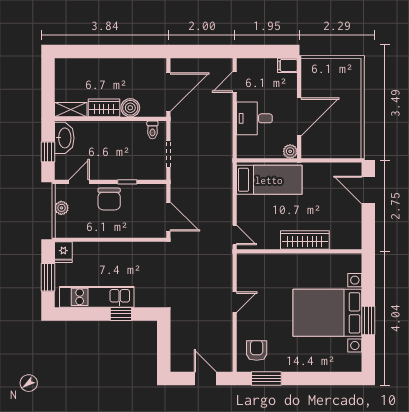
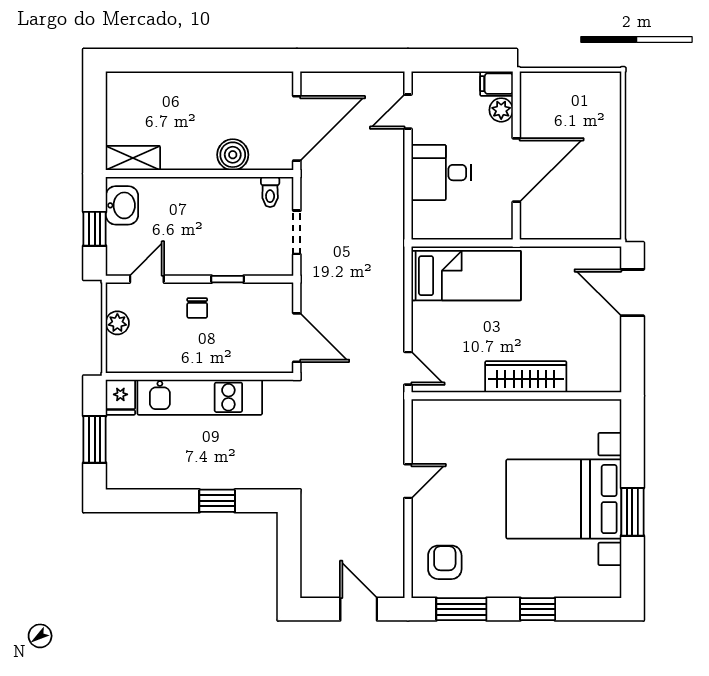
wardrobe: (104, 108) -> (189, 155), removed
washbasin: (64, 138) -> (122, 205), width x0.72
plant: (290, 151) -> (501, 110), moved
chair: (109, 199) -> (197, 308), width x0.54, depth x0.54
kitchen unit: (97, 297) -> (200, 397), moved, turned 180
window: (312, 378) -> (538, 609), added

